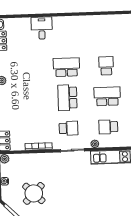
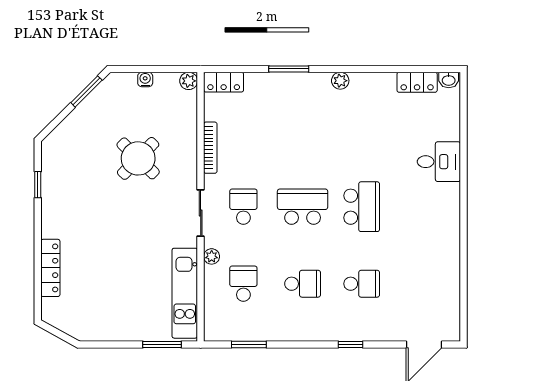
school desk: (107, 96) -> (303, 284), width x0.54
school desk: (69, 128) -> (243, 207), turned 180
round table: (34, 193) -> (138, 158), moved

